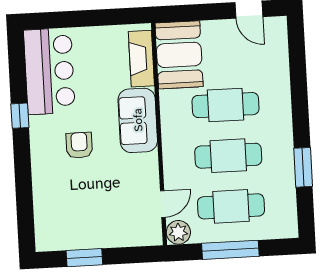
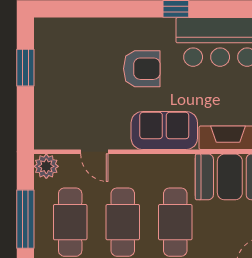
armchair: (79, 145) -> (142, 69), width x1.38, depth x1.38
door: (163, 204) -> (94, 152), moved

